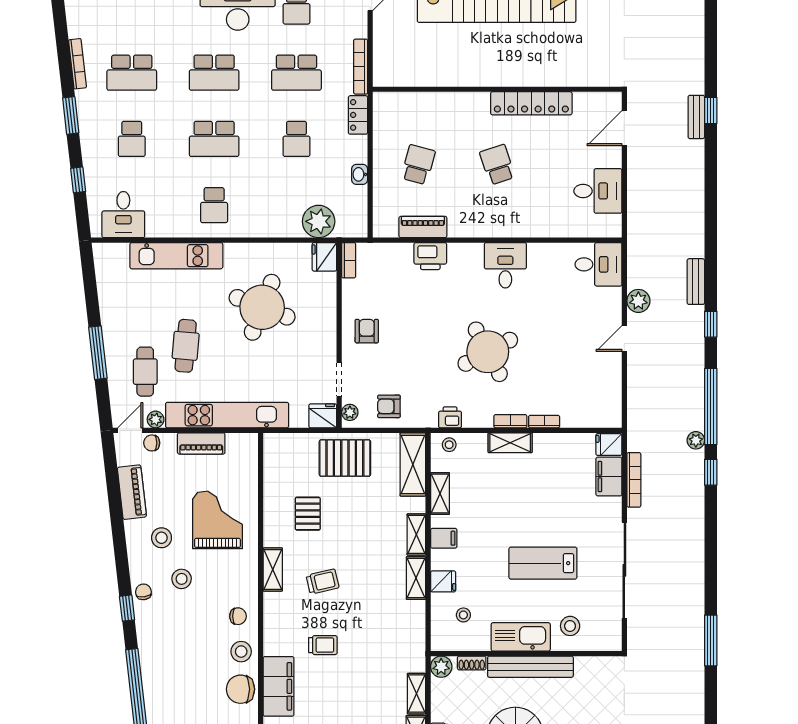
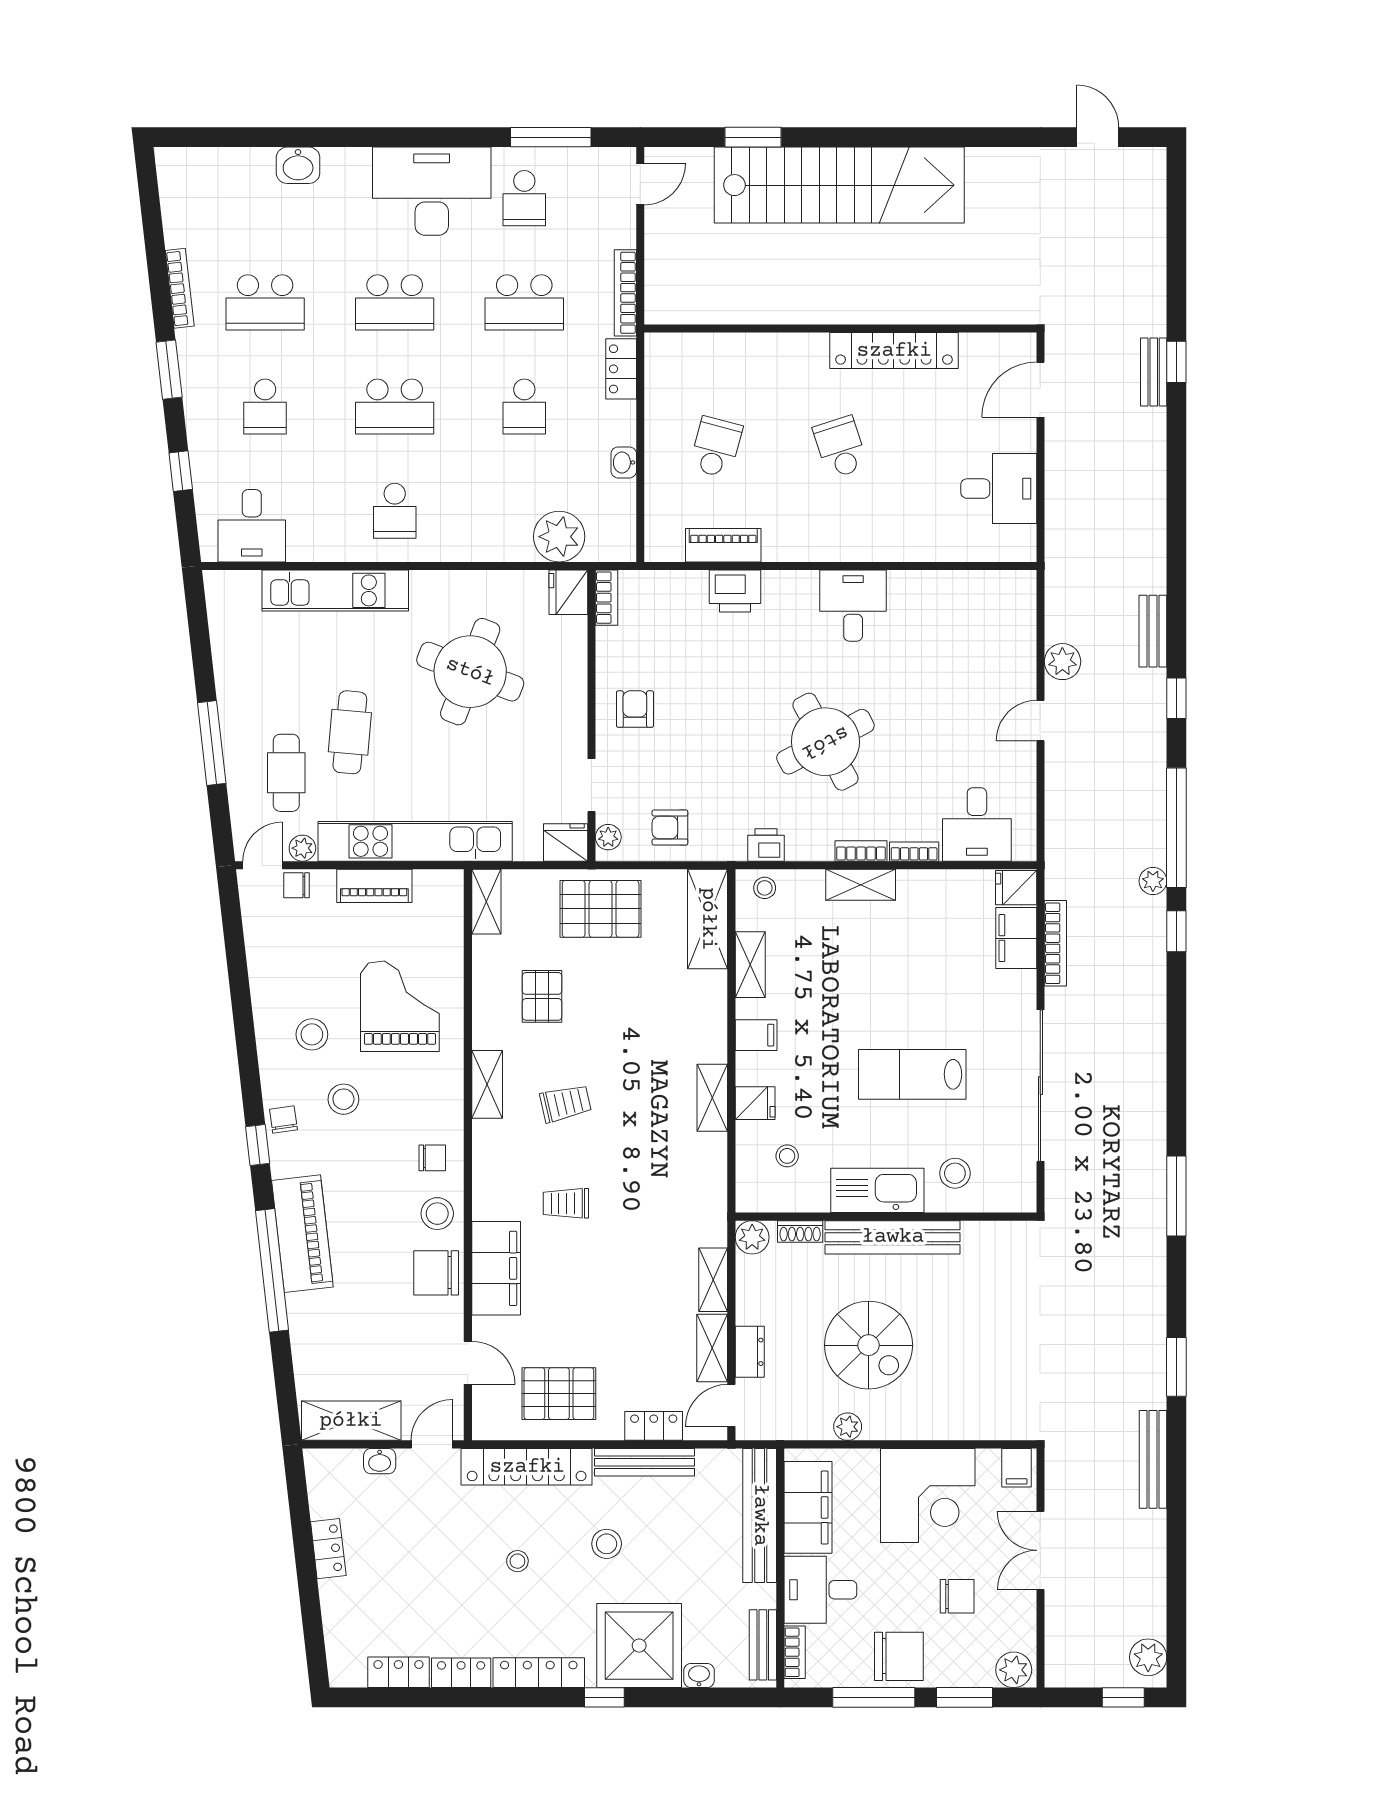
desk: (598, 264) -> (977, 824), moved, turned 90
piano: (132, 492) -> (302, 1234), moved, width x1.37, depth x1.33
shelving: (416, 534) -> (486, 902), moved
trolley: (323, 645) -> (566, 1203), turned 180

